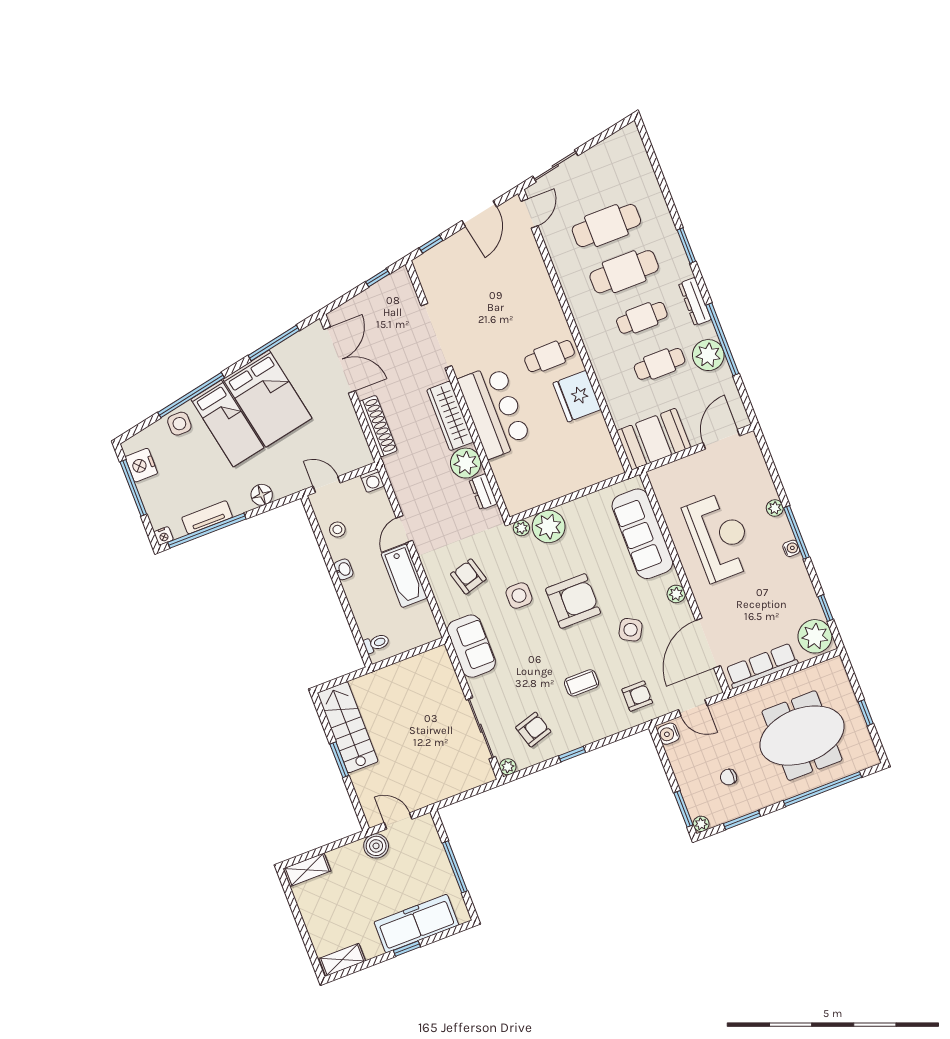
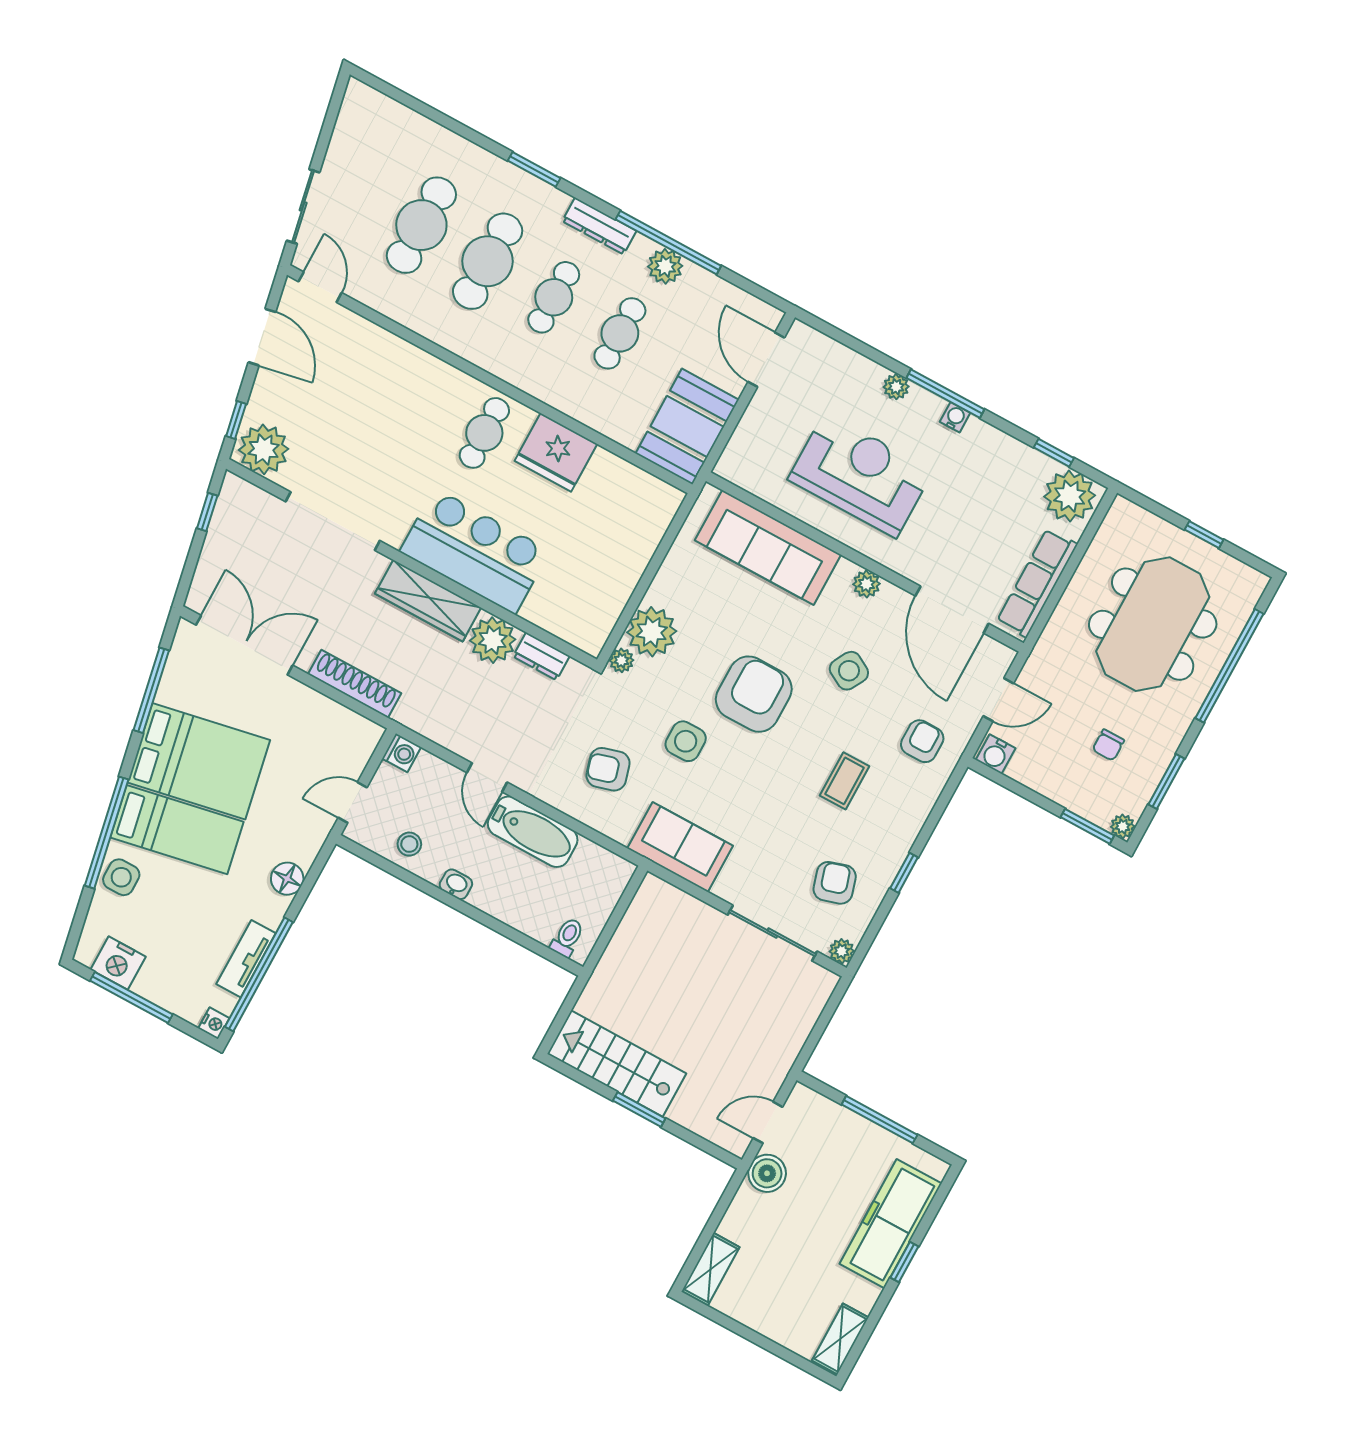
plant: (432, 270) -> (264, 449), added
plant: (708, 355) -> (665, 266), width x0.73, depth x0.73

